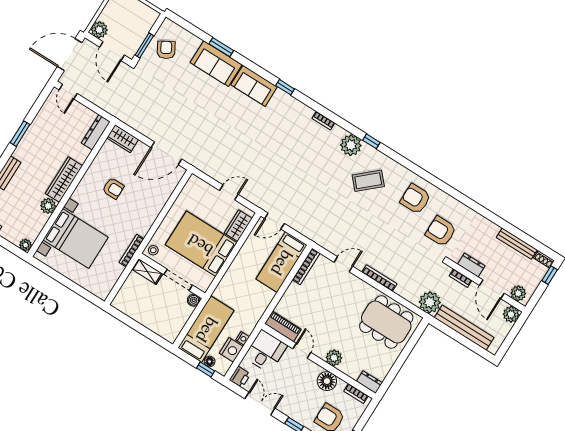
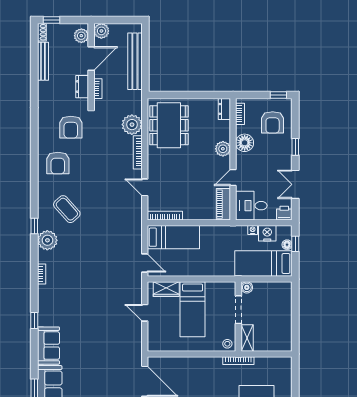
bed: (201, 244) -> (193, 309), width x0.67
plant: (430, 302) -> (132, 125), moved

